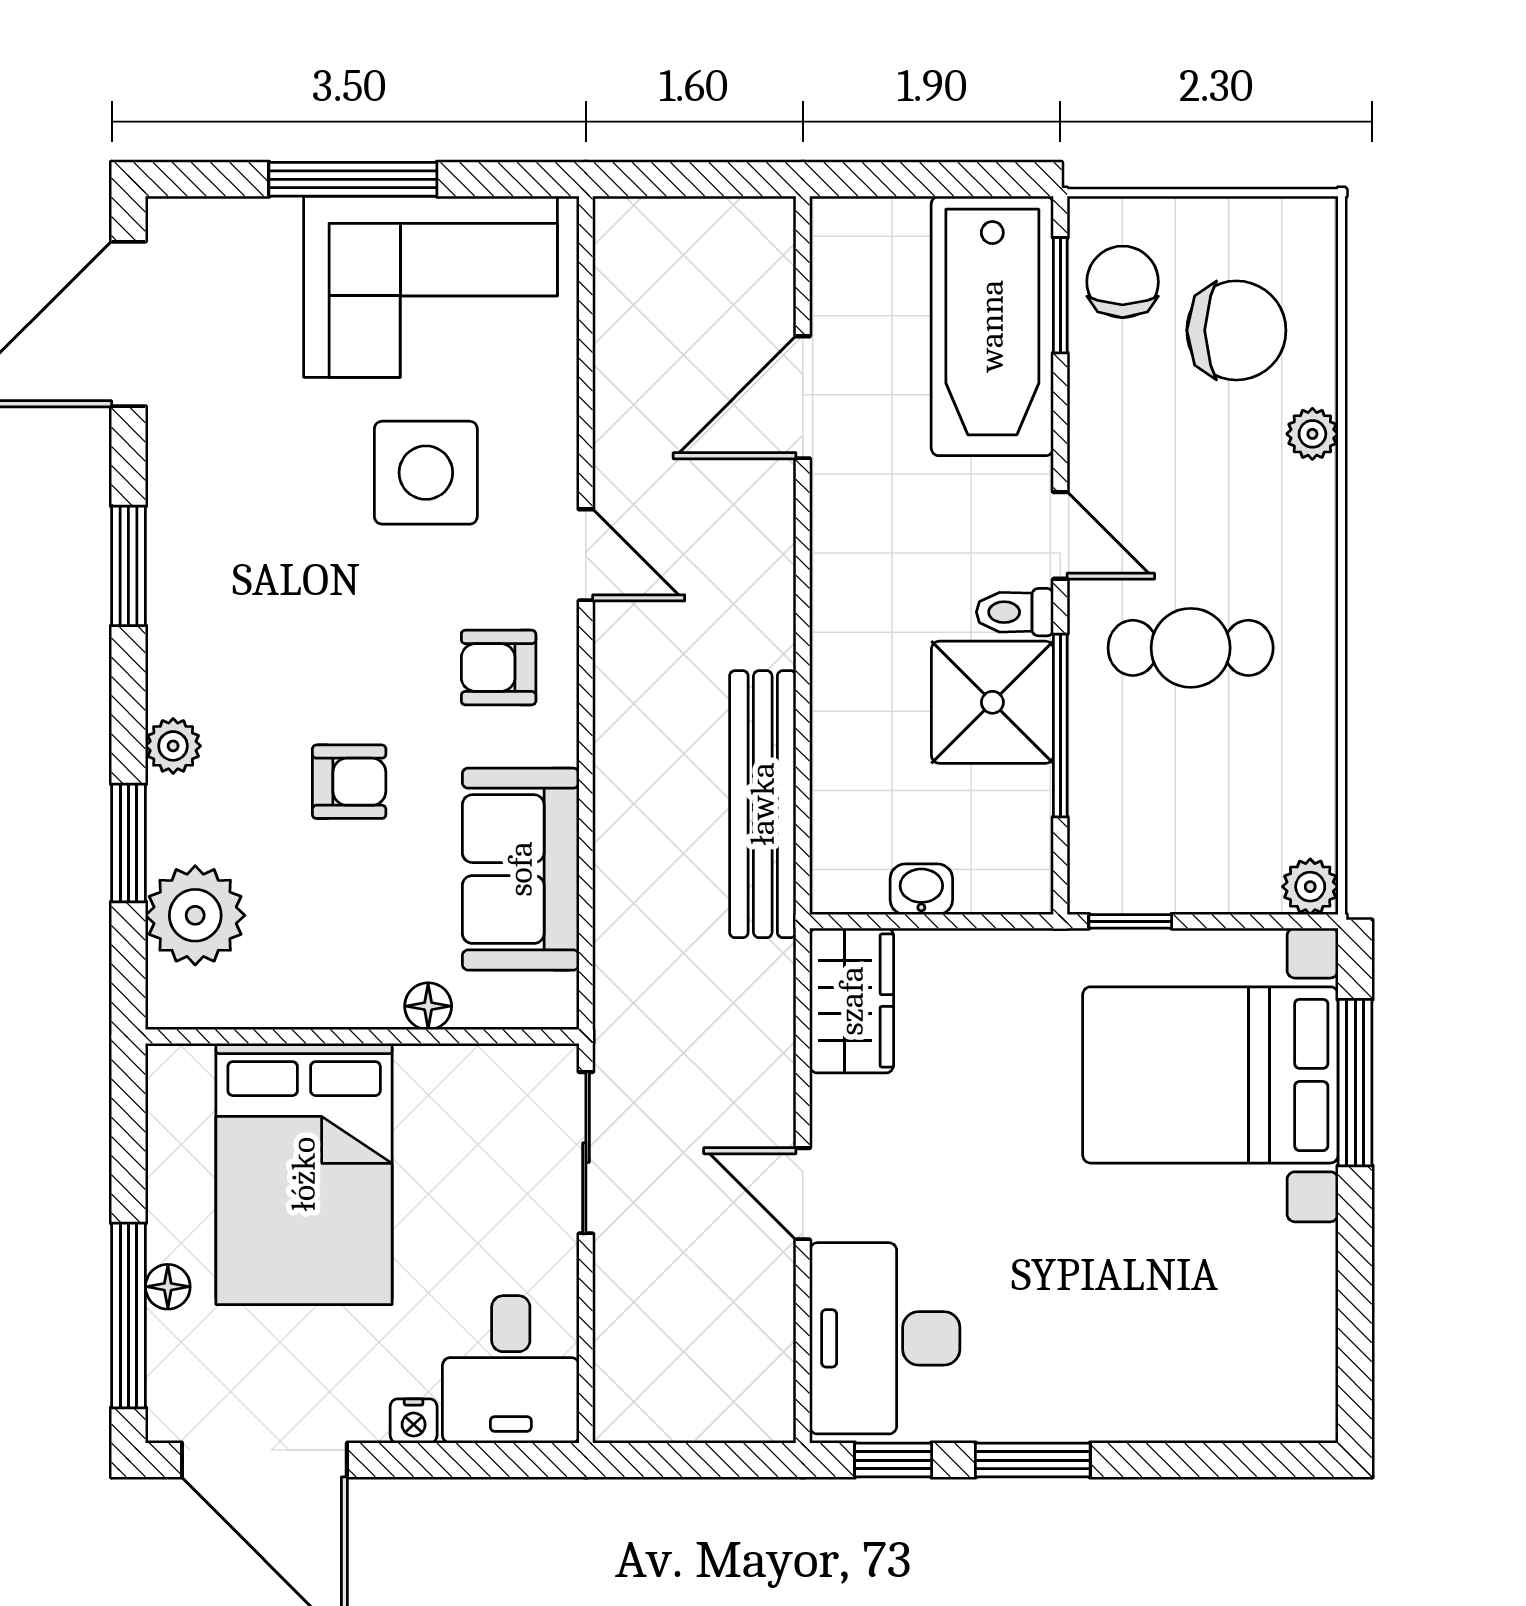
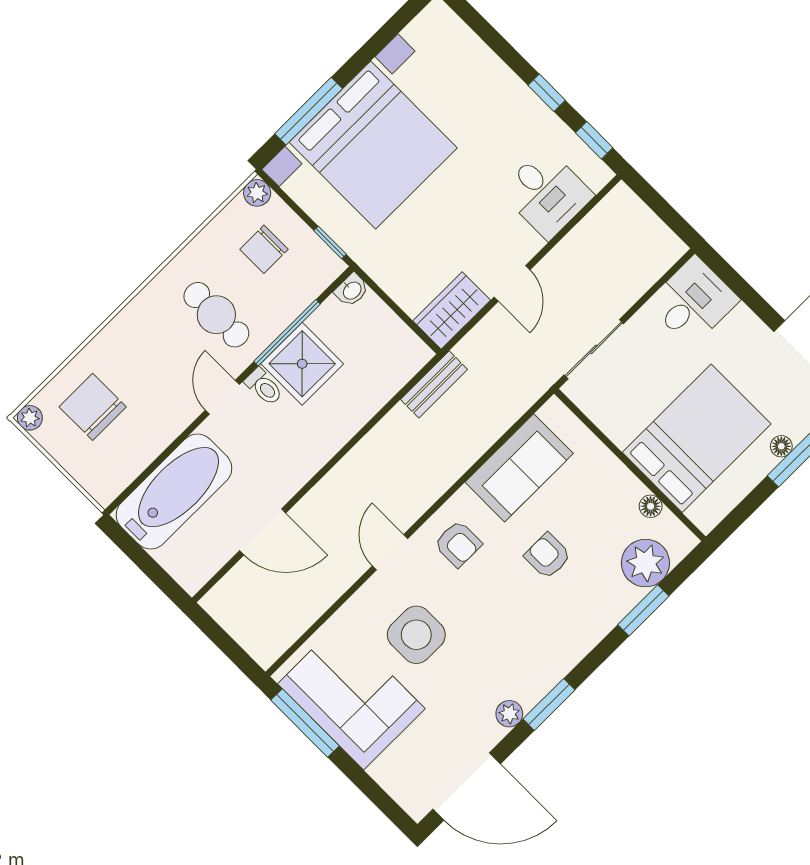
window: (353, 179) -> (305, 723), moved
chair: (1123, 282) -> (264, 249), moved
window: (1060, 295) -> (140, 479), removed
plant: (1312, 434) -> (30, 418), moved
plant: (173, 746) -> (509, 714), moved
bench: (763, 804) -> (434, 384), width x0.54, depth x0.82
washbasin: (921, 889) -> (352, 290), moved, turned -90
floor lamp: (428, 1006) -> (651, 506), moved
bed with nightstands: (1210, 1075) -> (373, 145), width x1.36
door: (803, 1194) -> (512, 283), moved
desk: (885, 1338) -> (547, 193), width x0.73
nightstand: (414, 1421) -> (744, 317), removed
window: (1033, 1460) -> (547, 93), width x0.67

